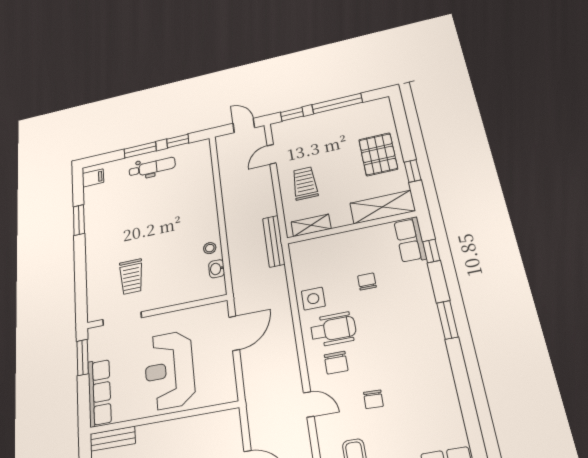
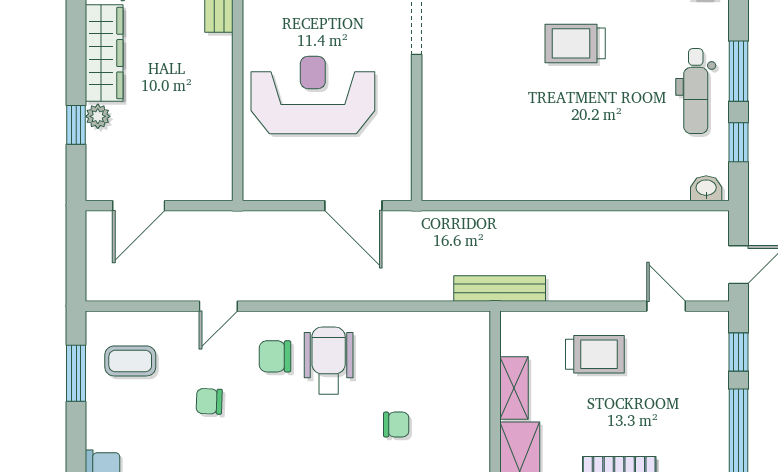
shelving: (311, 225) -> (514, 388), moved
stool: (210, 248) -> (512, 180), removed
washbasin: (217, 269) -> (706, 188), moved
trolley: (131, 277) -> (575, 43), moved
side table: (313, 299) -> (385, 338), removed
wheelchair: (333, 329) -> (329, 360), turned 180

